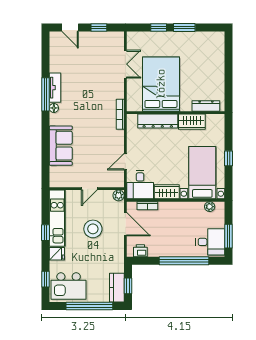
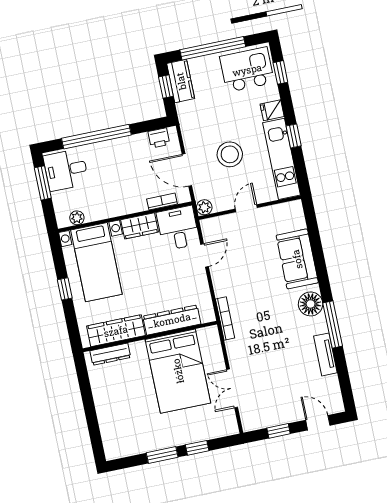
tv unit: (55, 88) -> (325, 354), moved
floor lamp: (54, 108) -> (311, 304), width x1.89, depth x1.89
wardrobe: (192, 122) -> (116, 331), width x1.50

